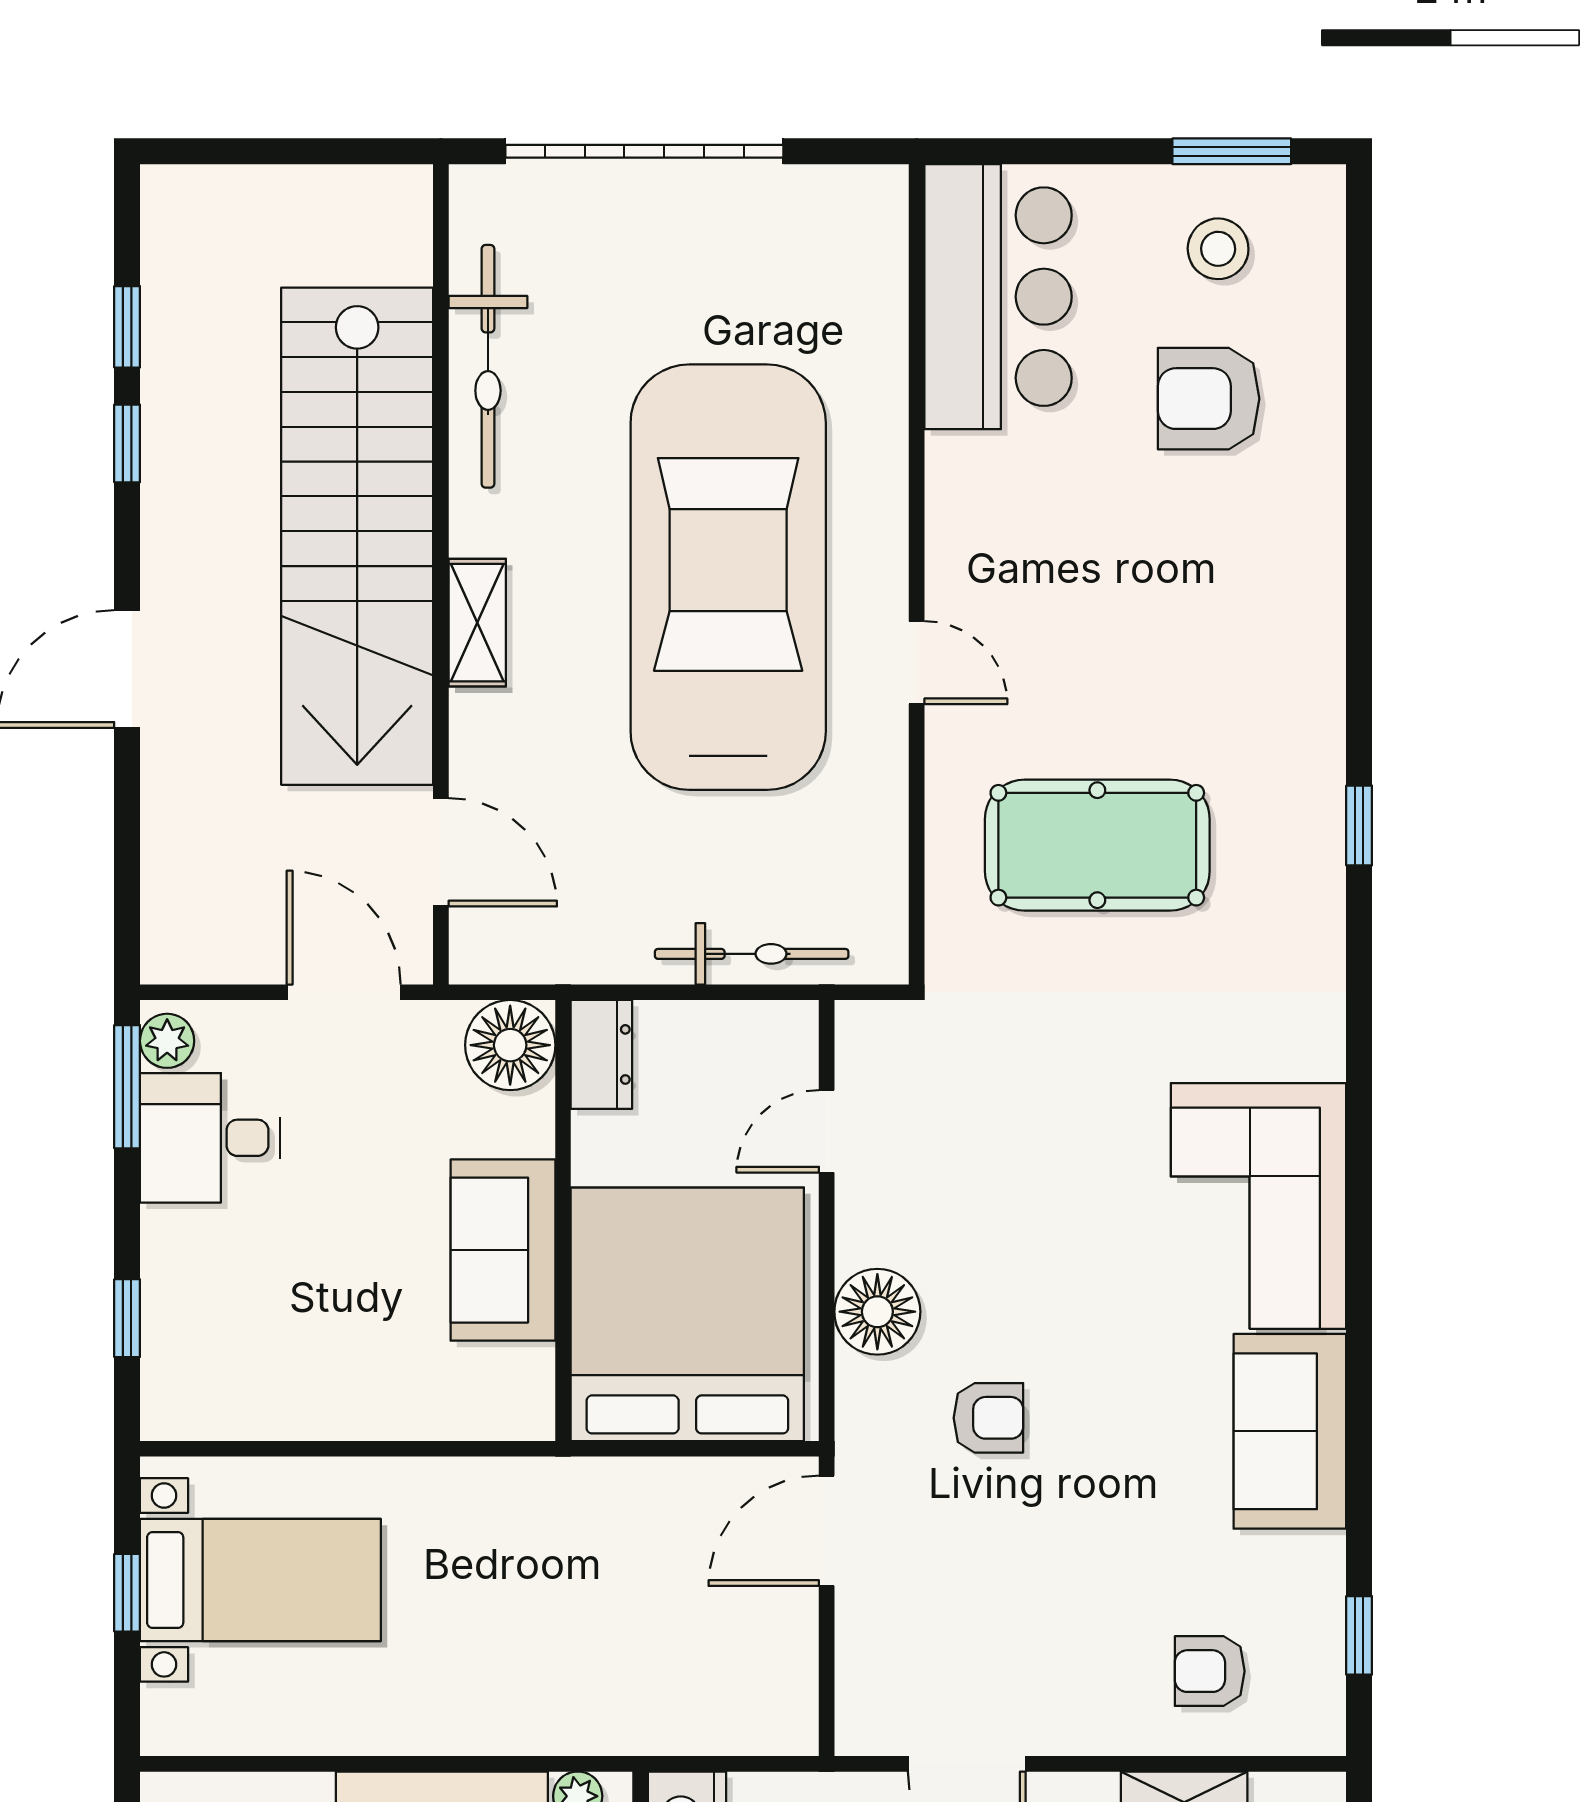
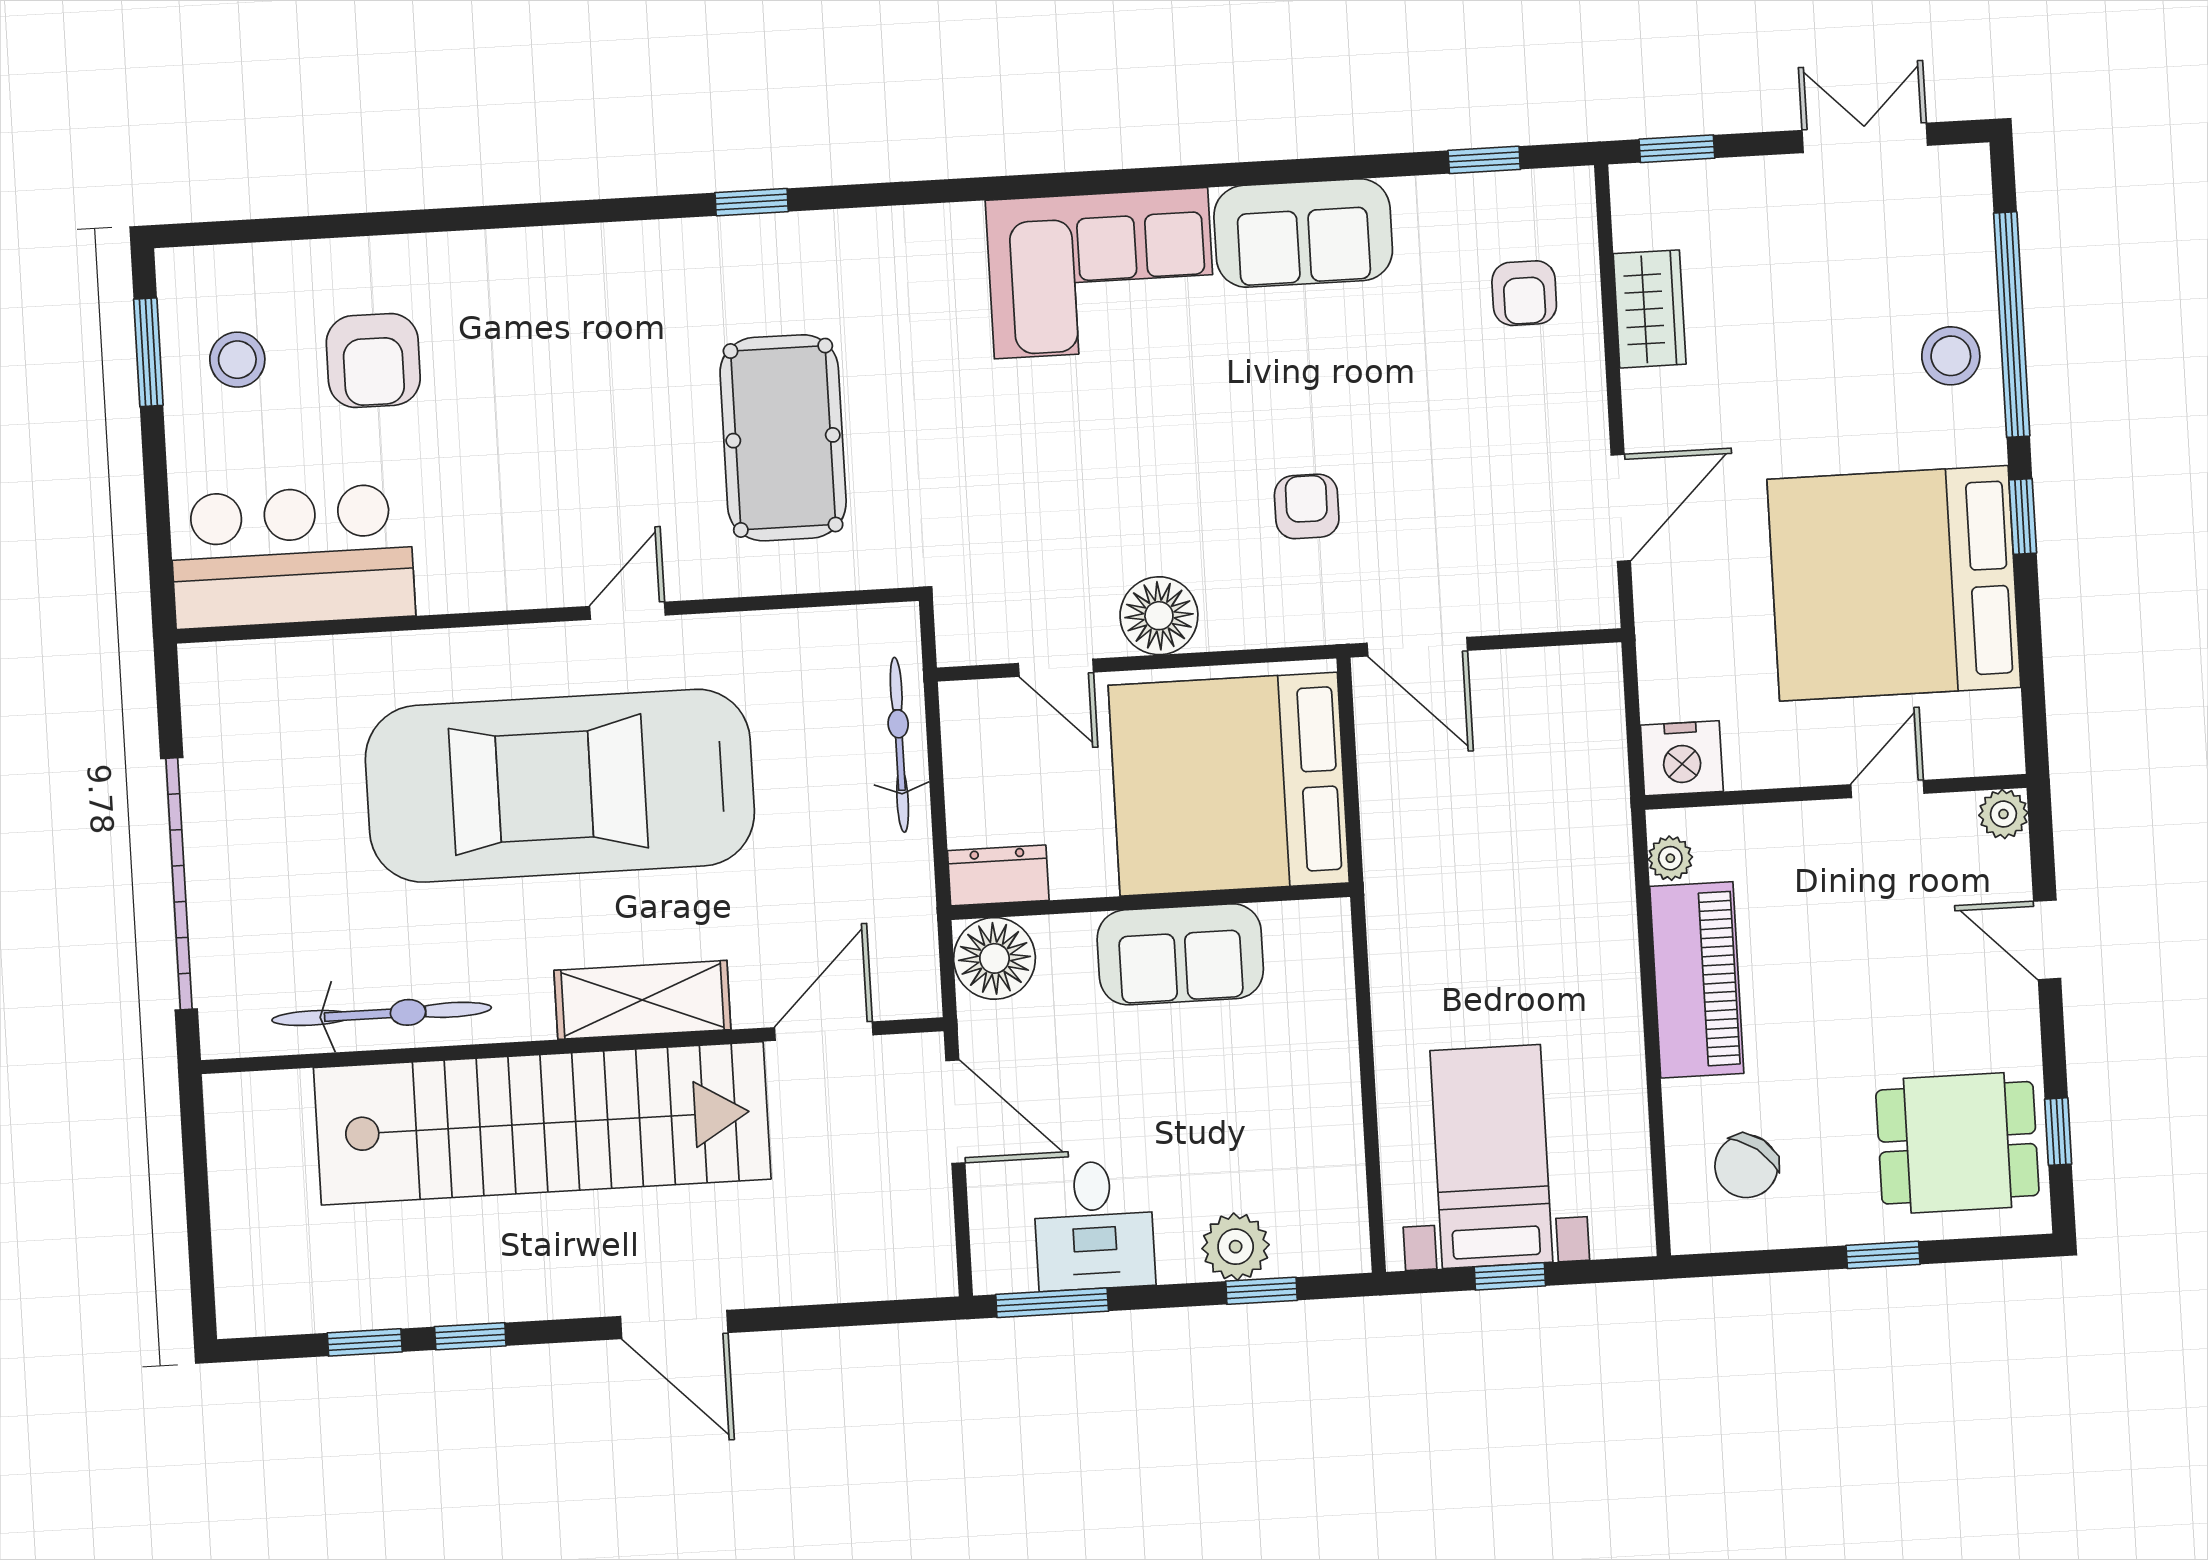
shelving: (477, 623) -> (642, 1000), width x1.50, depth x1.33
door: (344, 992) -> (955, 1112), swing flipped
plant: (167, 1041) -> (1236, 1247), moved, width x1.38, depth x1.38
floor lamp: (877, 1312) -> (1159, 616), moved

